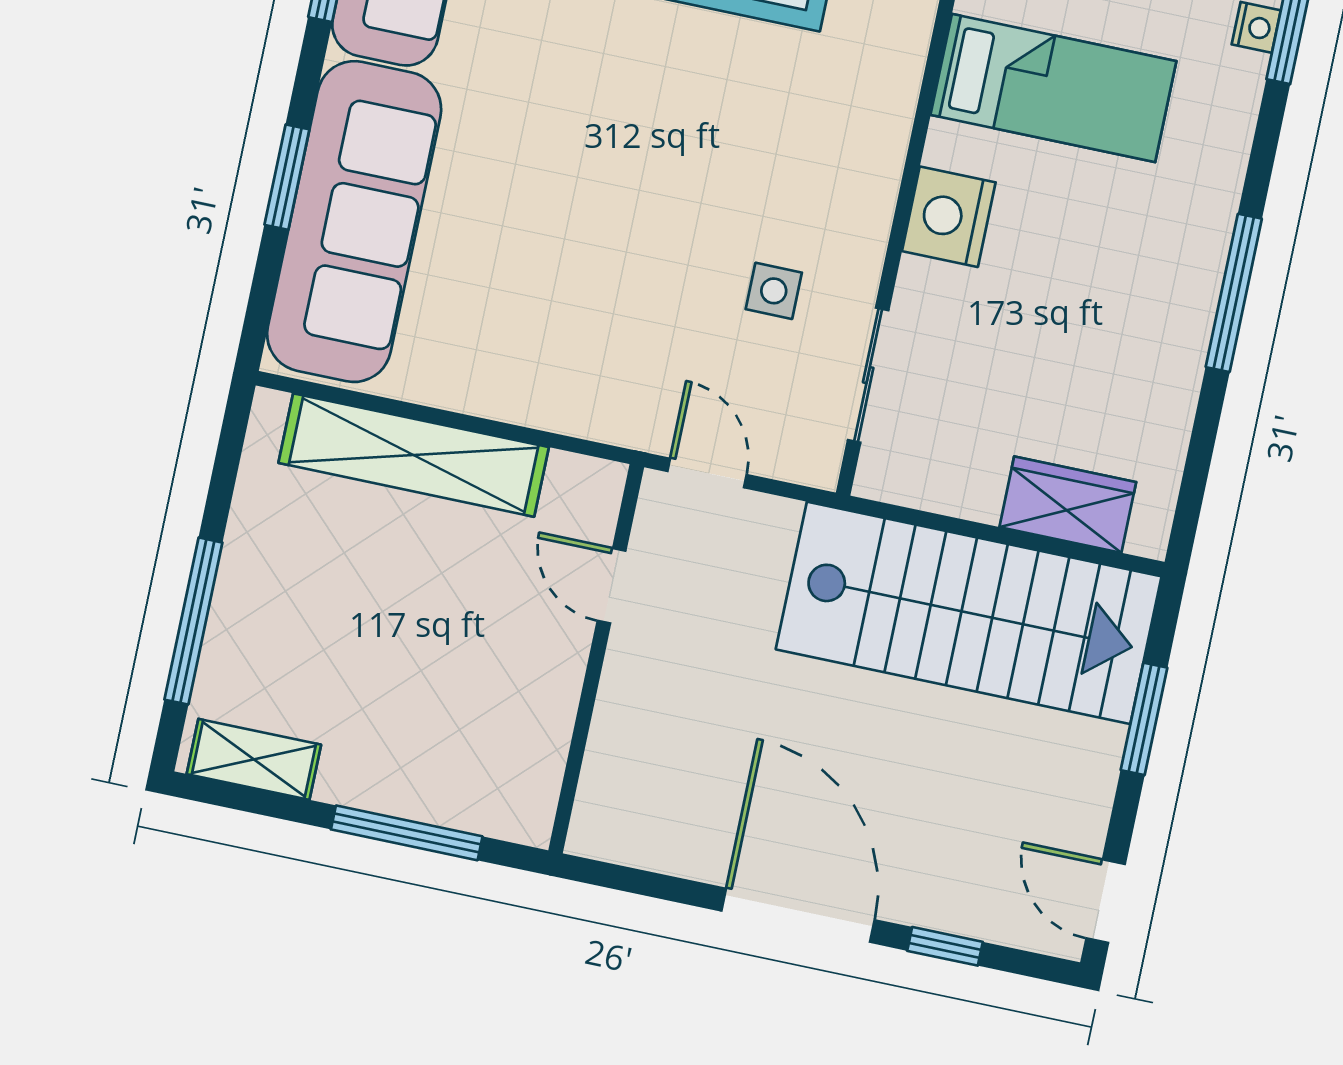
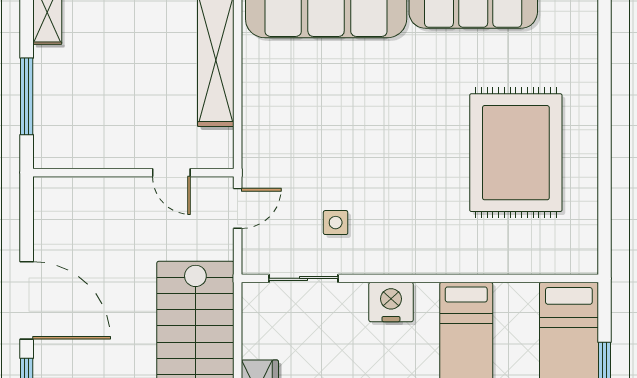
door: (612, 586) -> (171, 173), swing flipped
door: (798, 915) -> (27, 300), hinge flipped

